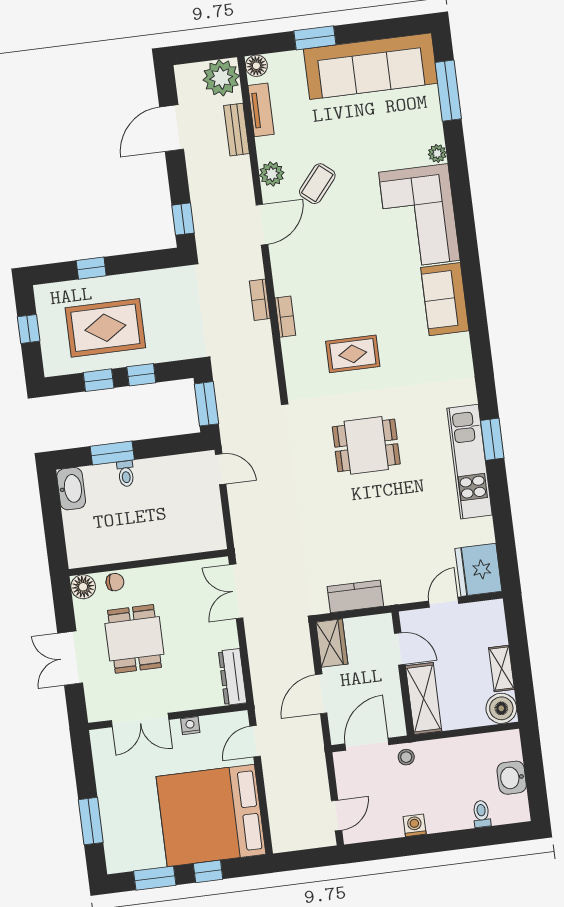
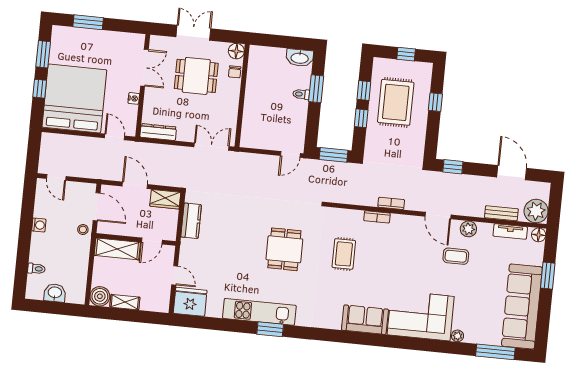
coffee table: (317, 184) -> (456, 256), turned -40
double door: (140, 720) -> (144, 68), swing flipped

